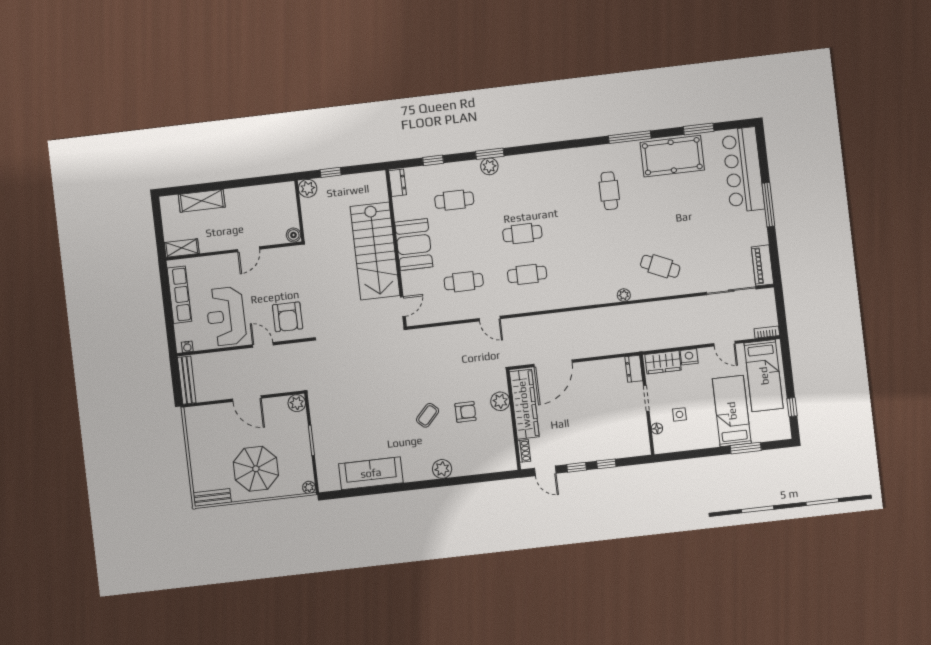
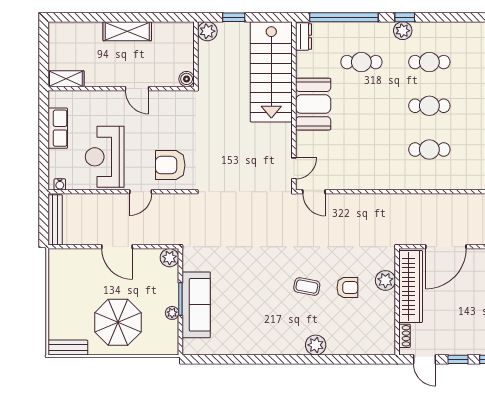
window: (490, 154) -> (405, 17), width x0.67
window: (433, 160) -> (344, 17), width x3.17
shelving: (202, 201) -> (127, 31), moved
door: (249, 249) -> (137, 89), hinge flipped
stairs: (375, 251) -> (271, 72), moved
cafe table: (464, 282) -> (429, 62), moved
row of seats: (179, 295) -> (58, 128), width x0.68
armchair: (288, 317) -> (170, 165), turned 90
door: (490, 319) -> (314, 192), moved
door: (263, 345) -> (141, 192), swing flipped
coffee table: (428, 415) -> (307, 287), turned 58
sofa: (371, 473) -> (196, 305), moved, turned 90
plant: (309, 487) -> (172, 313), moved

